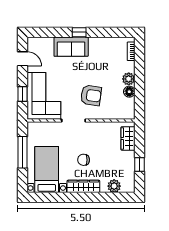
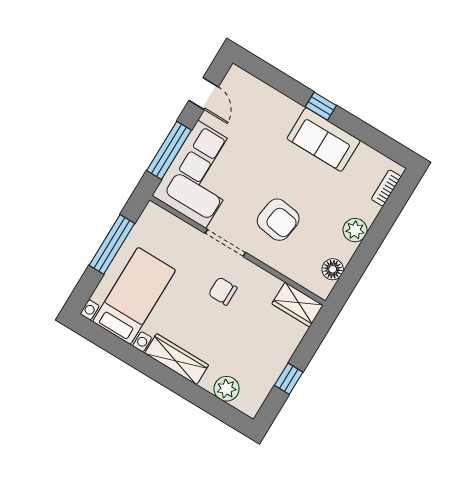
sofa: (71, 47) -> (324, 140), moved
floor lamp: (129, 92) -> (333, 269), moved
window: (23, 94) -> (169, 150), width x2.17
wardrobe: (128, 138) -> (297, 305), moved, turned -90
chair: (84, 160) -> (223, 291), moved

